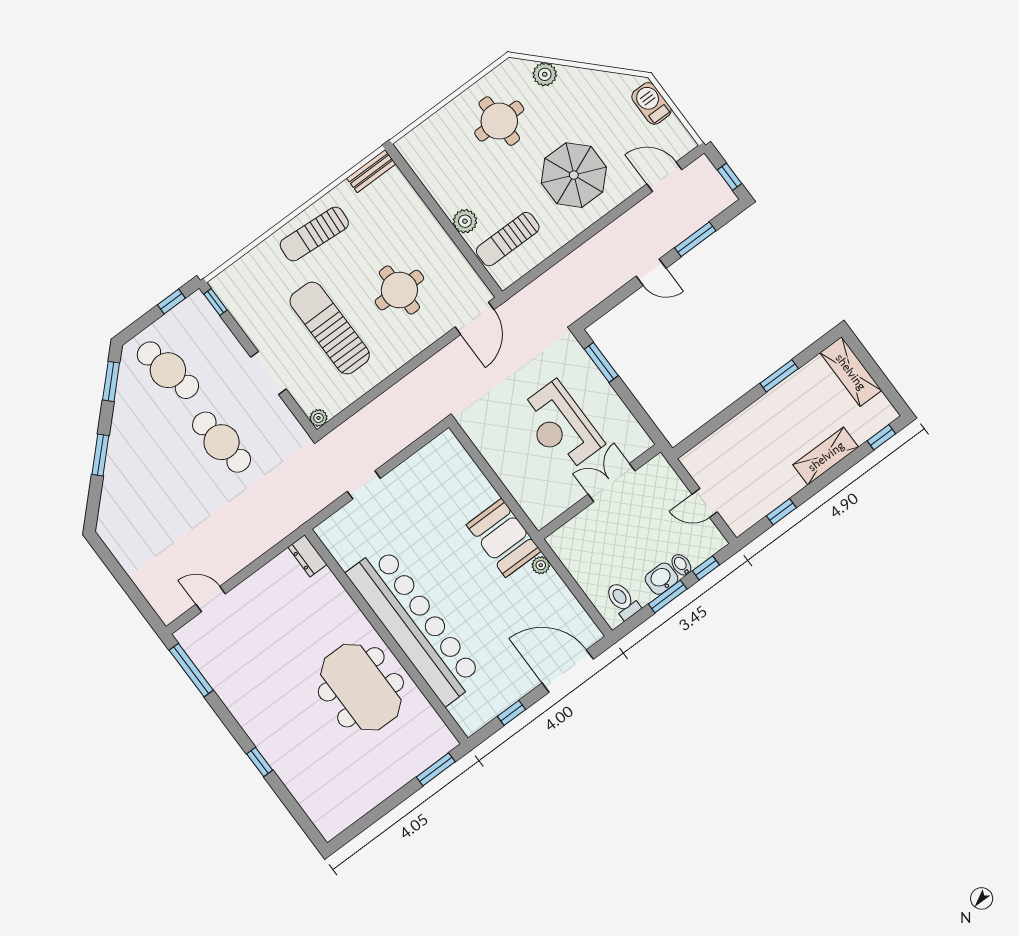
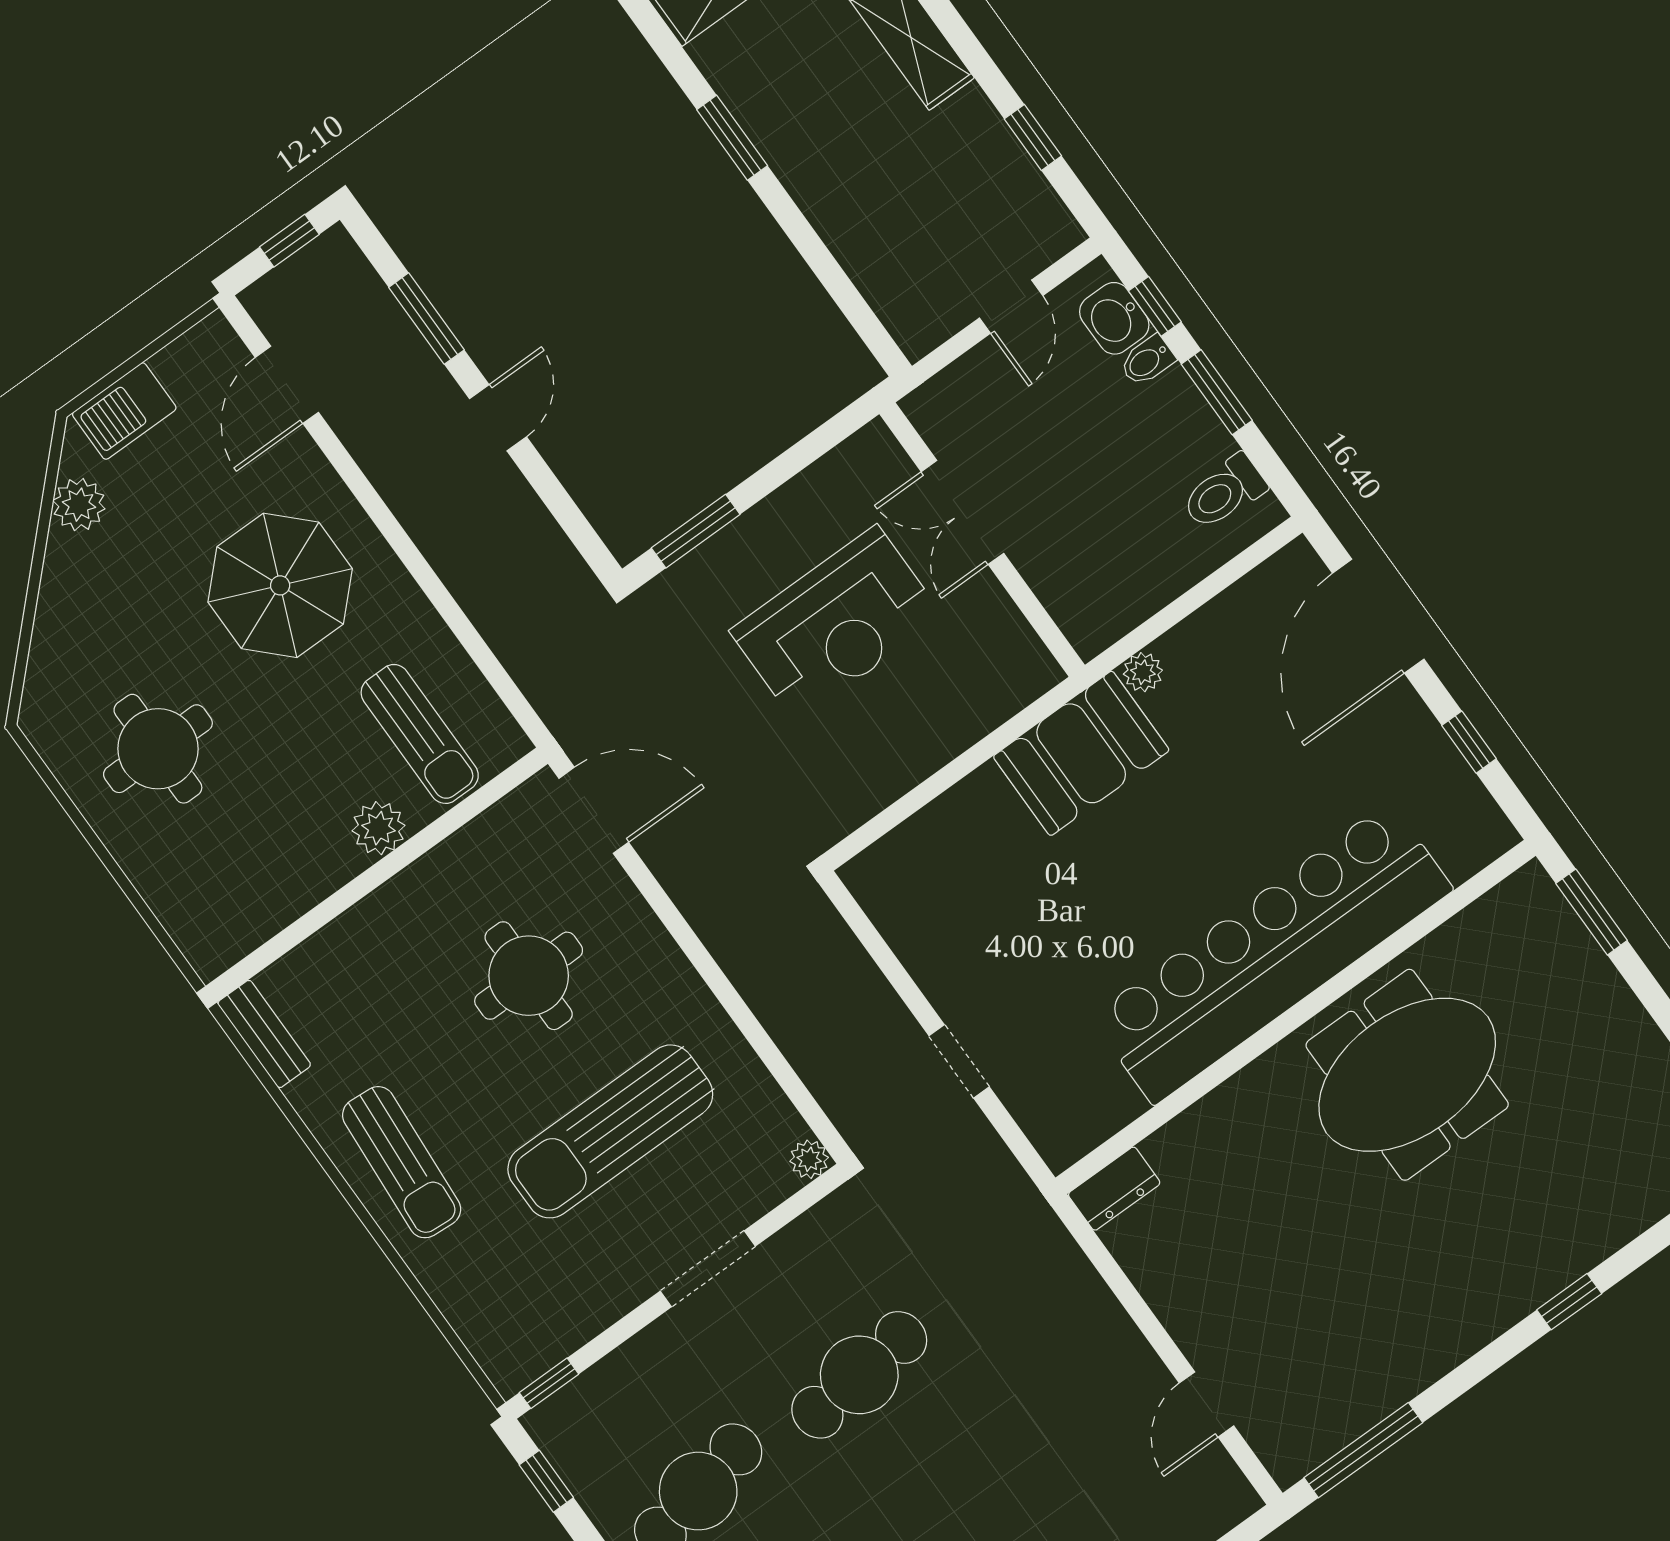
plant: (545, 74) -> (79, 505), moved
washbasin: (661, 579) -> (1114, 318), moved

